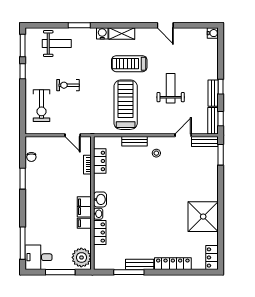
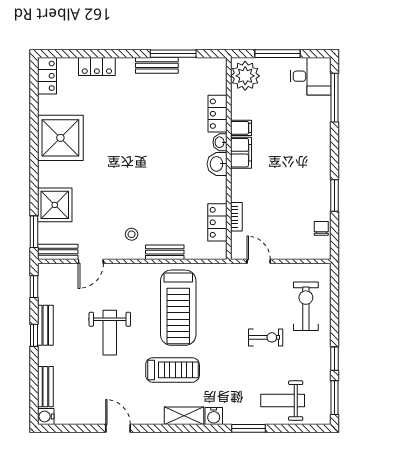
bench: (213, 121) -> (45, 387), moved
shower: (207, 172) -> (55, 205), added
locker: (173, 264) -> (97, 67), width x0.66

